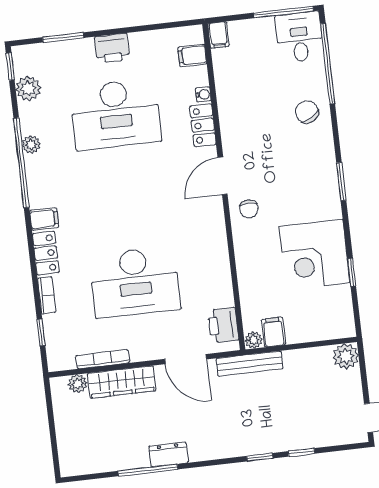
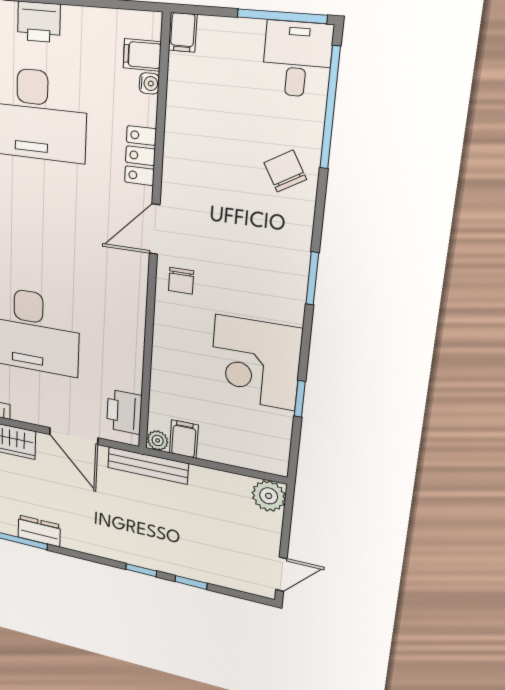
water cooler: (203, 94) -> (149, 83), moved

